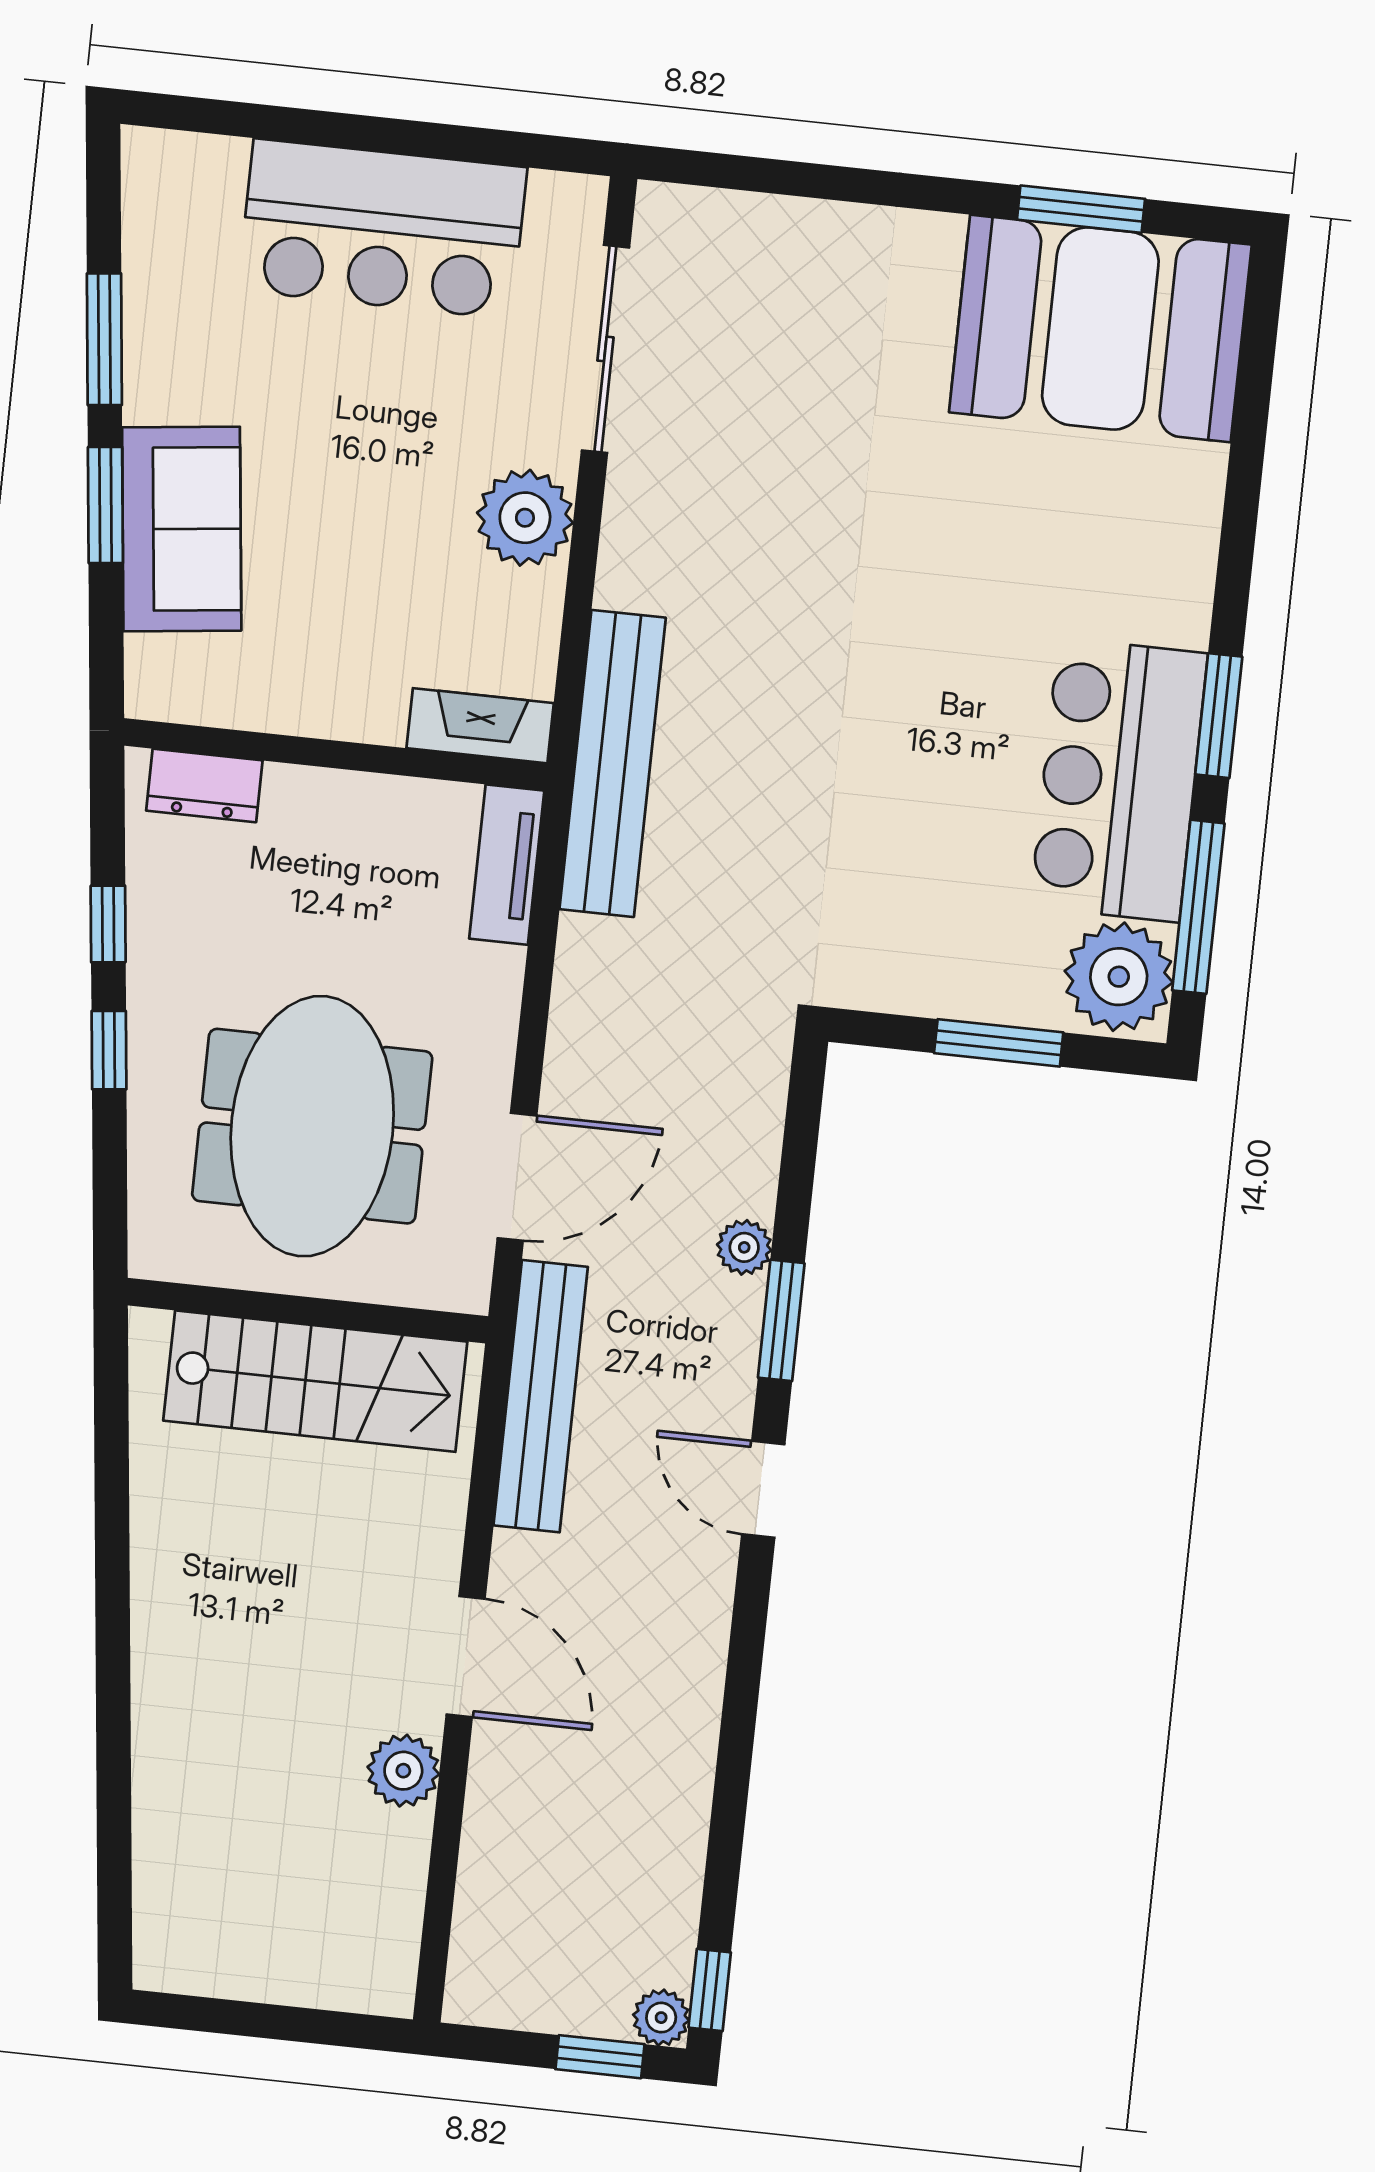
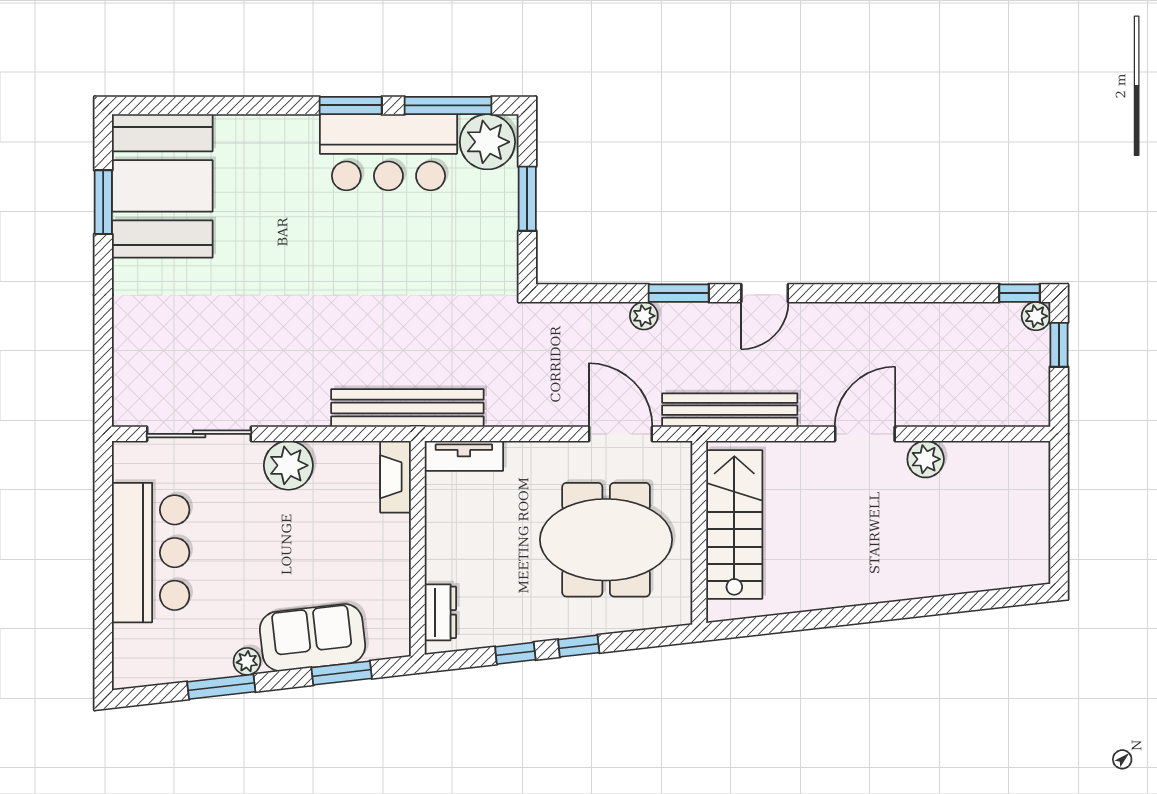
plant: (149, 395) -> (247, 661), added
window: (105, 505) -> (342, 673), moved

